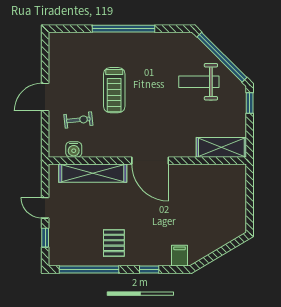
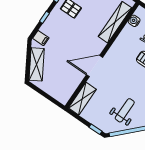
door: (150, 161) -> (95, 66), moved
shelving: (218, 238) -> (37, 64), added

